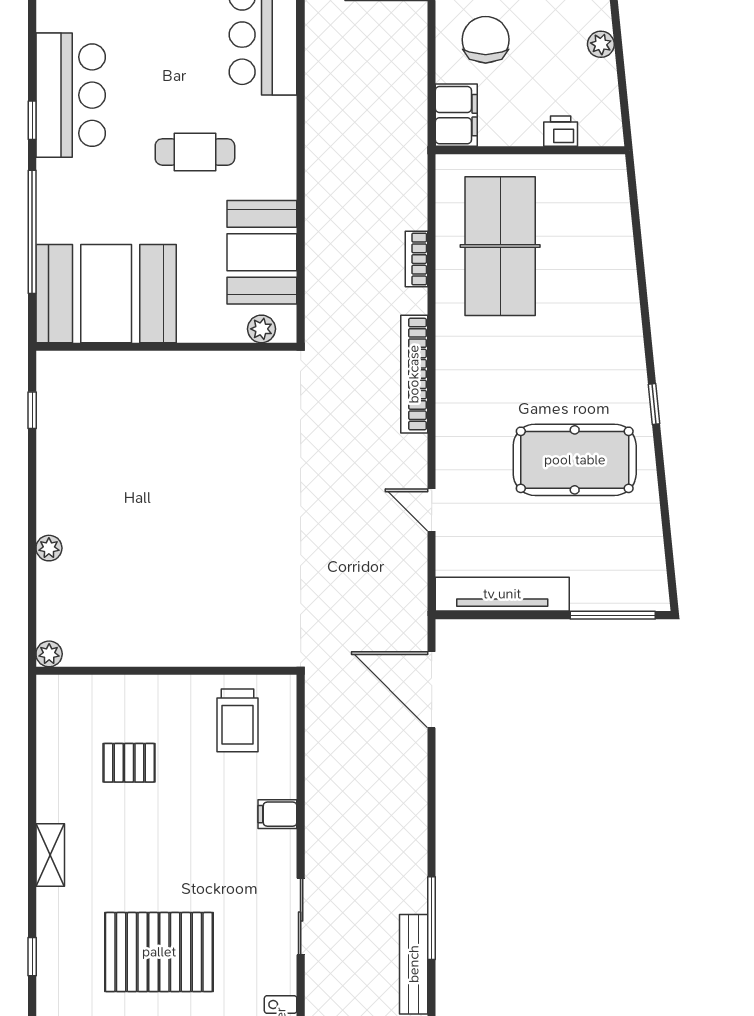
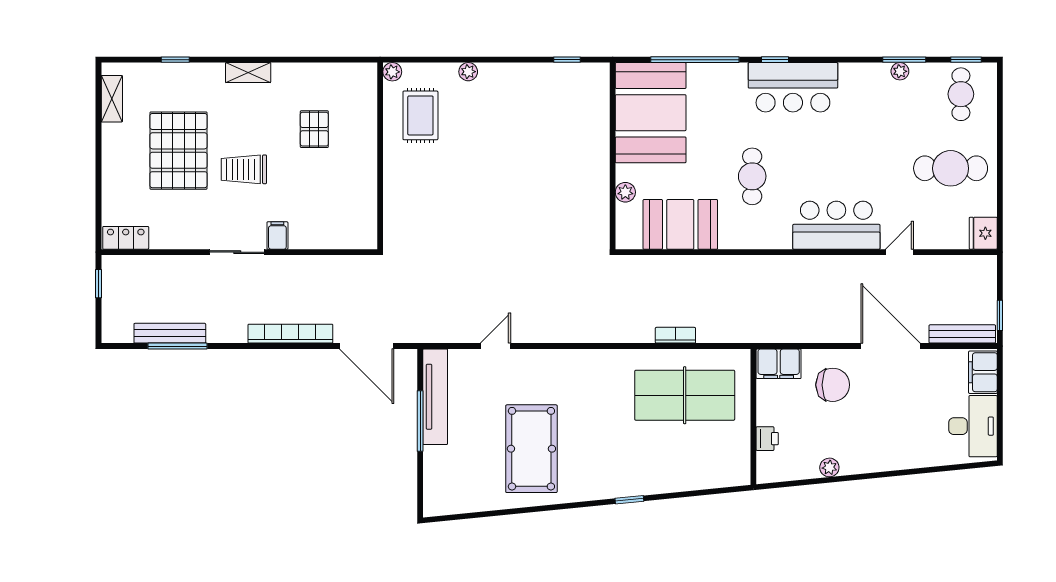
plant: (261, 329) -> (625, 192), moved
bookcase: (414, 374) -> (290, 334), moved
window: (654, 404) -> (629, 500), moved
rug: (110, 615) -> (420, 115), added
window: (613, 615) -> (420, 421), moved
door: (432, 690) -> (367, 346), swing flipped
trolley: (237, 720) -> (244, 169), moved
sliding door: (301, 916) -> (237, 252), moved
window: (432, 918) -> (177, 346), moved

